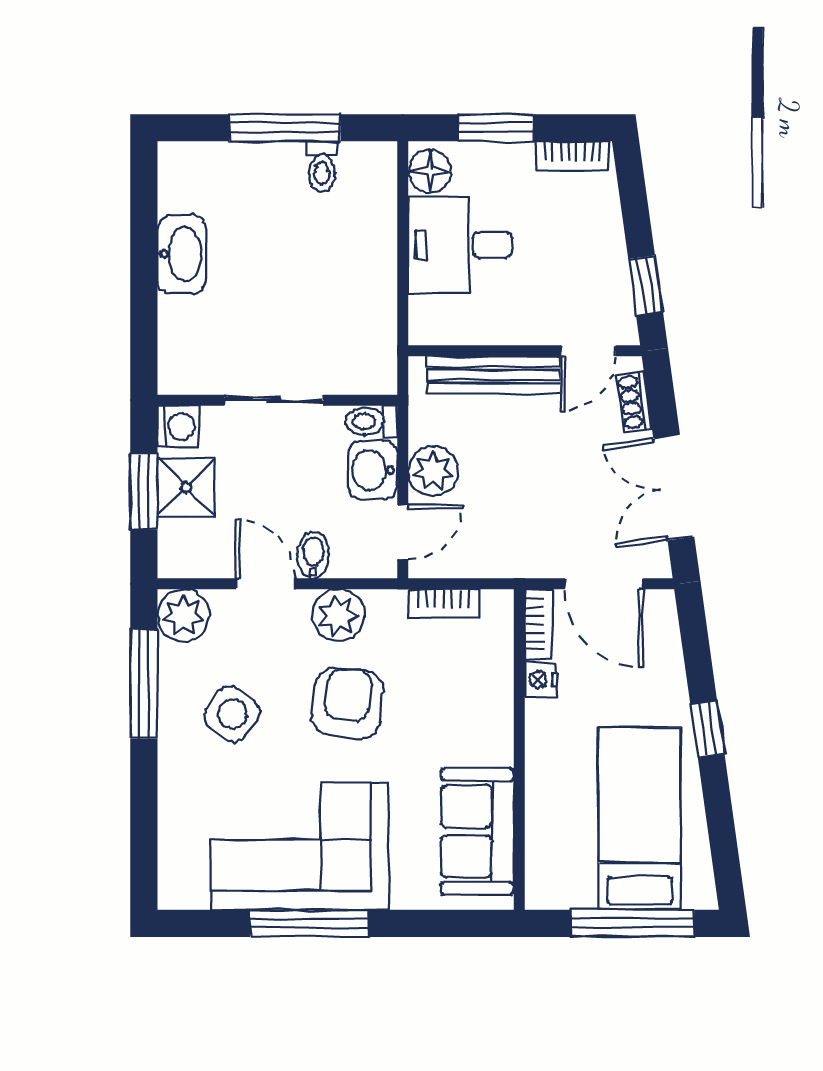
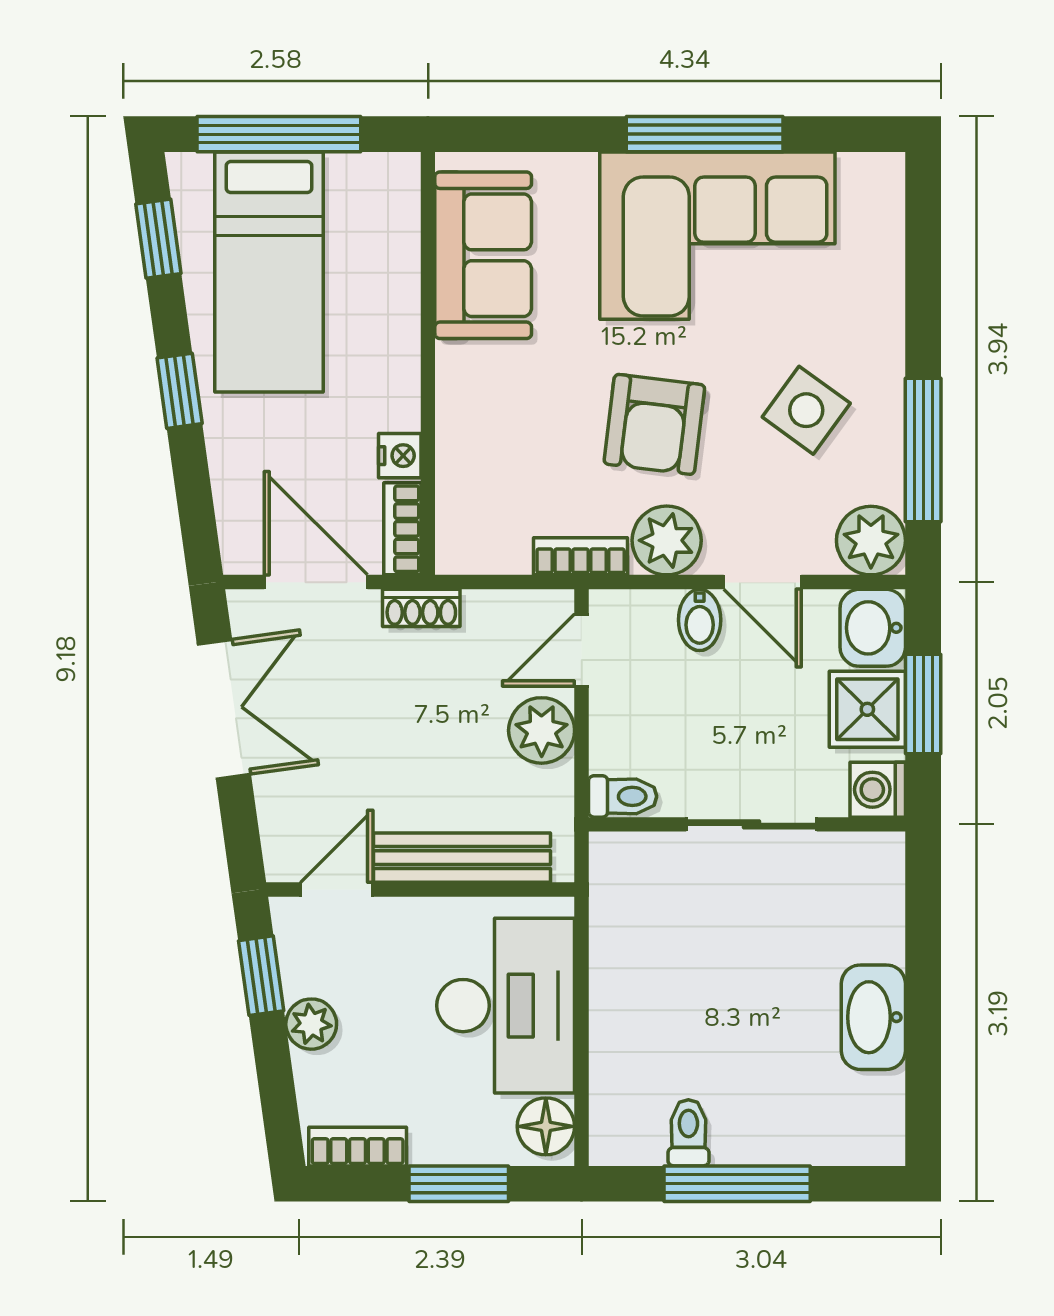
desk: (460, 245) -> (506, 1006), width x1.37
plant: (608, 249) -> (311, 1024), added
shoe rack: (634, 402) -> (421, 608), moved, turned 98
washbasin: (373, 470) -> (873, 628), moved, turned 180
bookcase: (444, 603) -> (581, 556), moved
window: (723, 844) -> (158, 239), added

